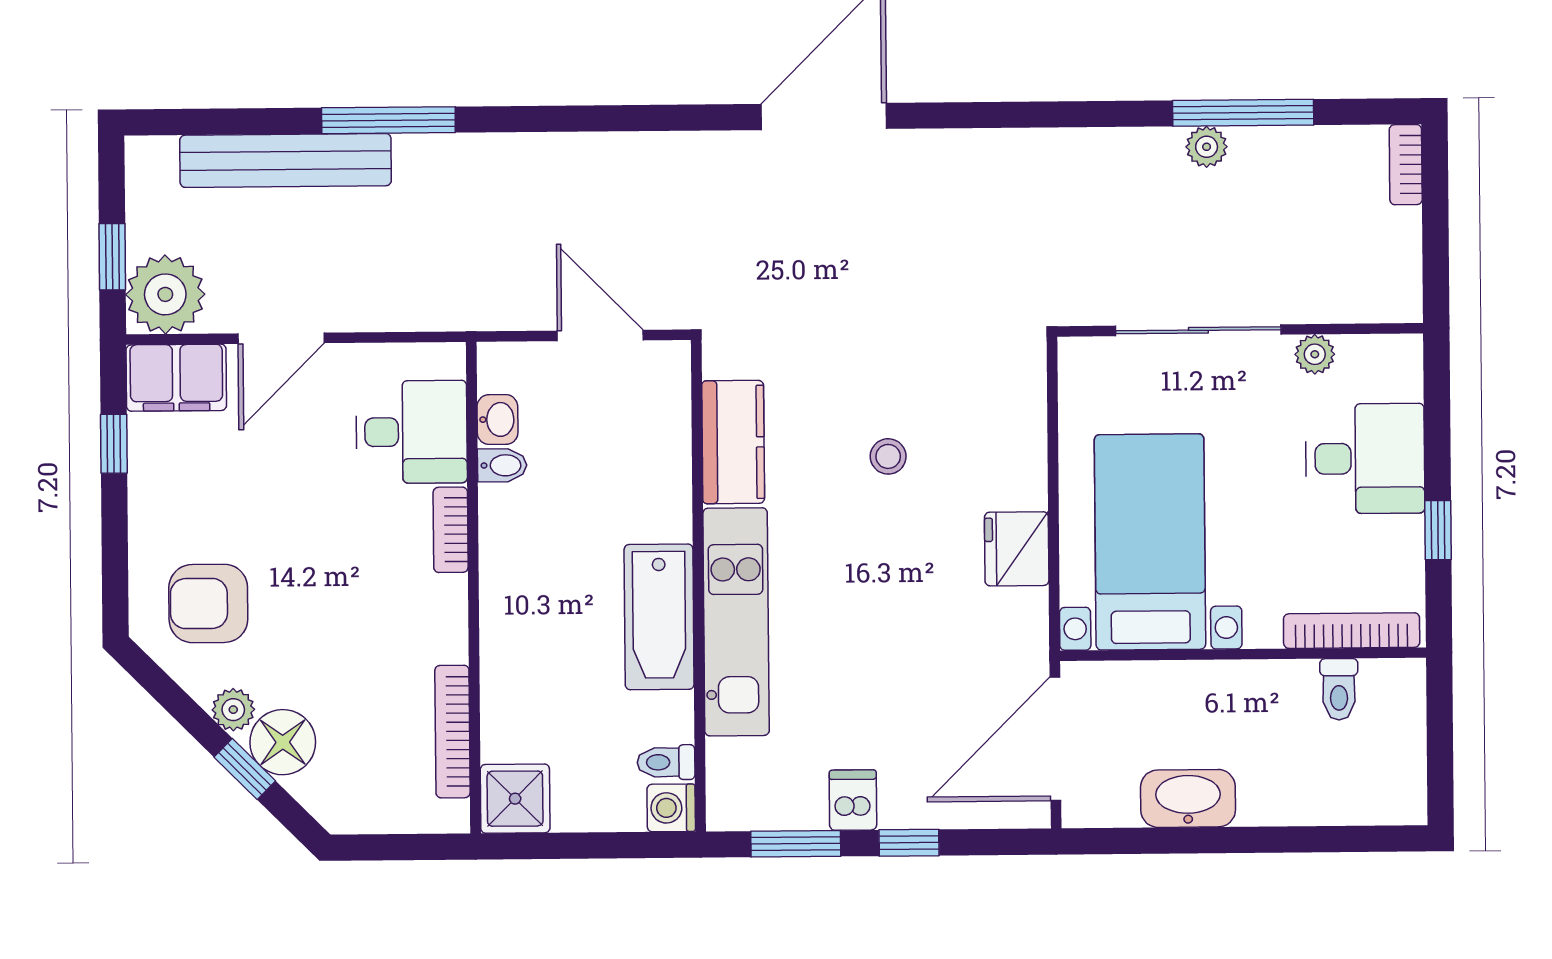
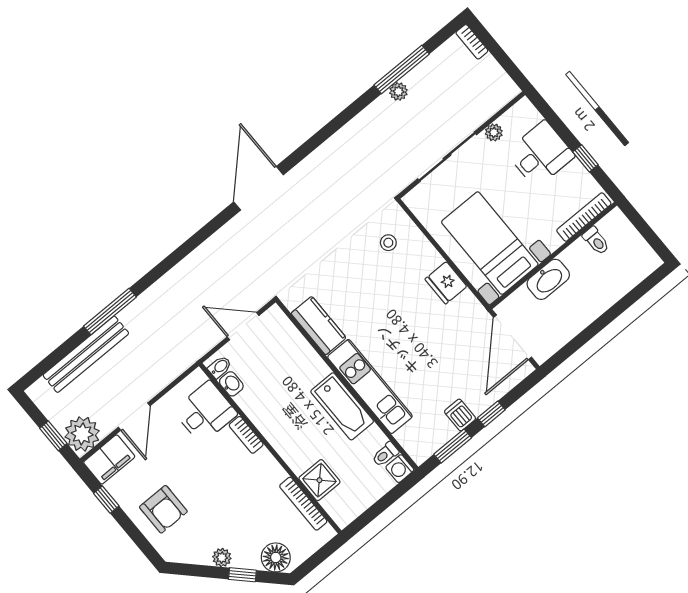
stool: (888, 456) -> (388, 243), moved
bidet: (502, 465) -> (220, 367), moved
armchair: (208, 603) -> (163, 509), moved, turned -90
floor lamp: (283, 742) -> (276, 557), moved
washbasin: (1188, 798) -> (548, 279), moved, turned 180
shower: (515, 799) -> (319, 480), moved

